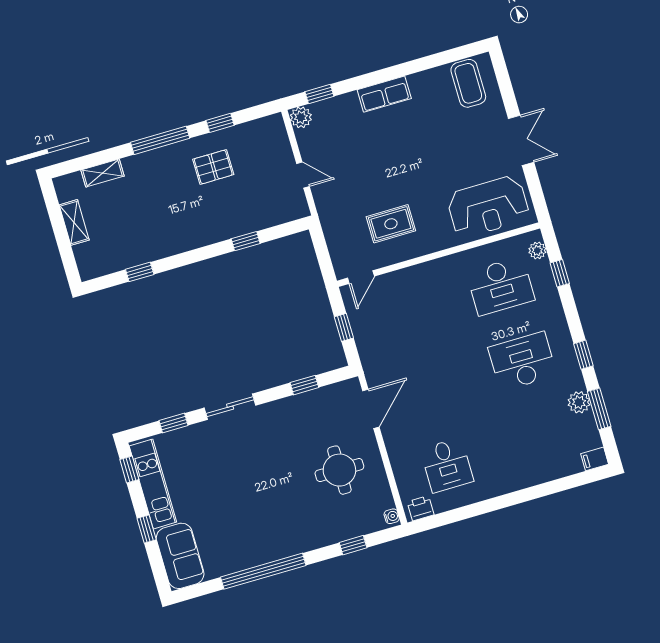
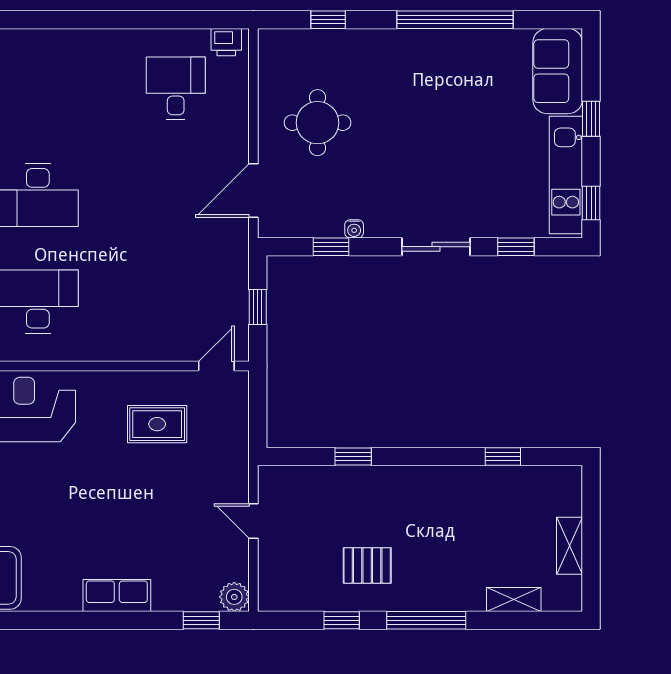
water cooler: (392, 516) -> (354, 229), moved, turned -90

